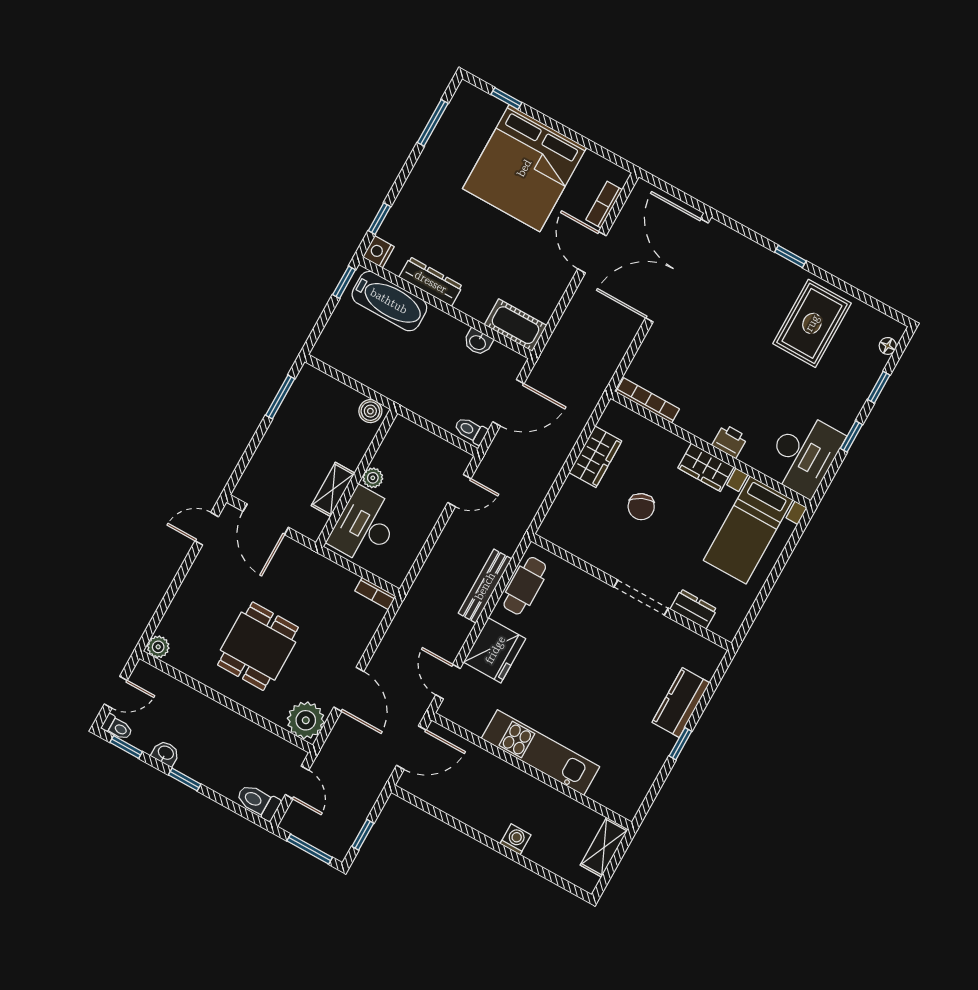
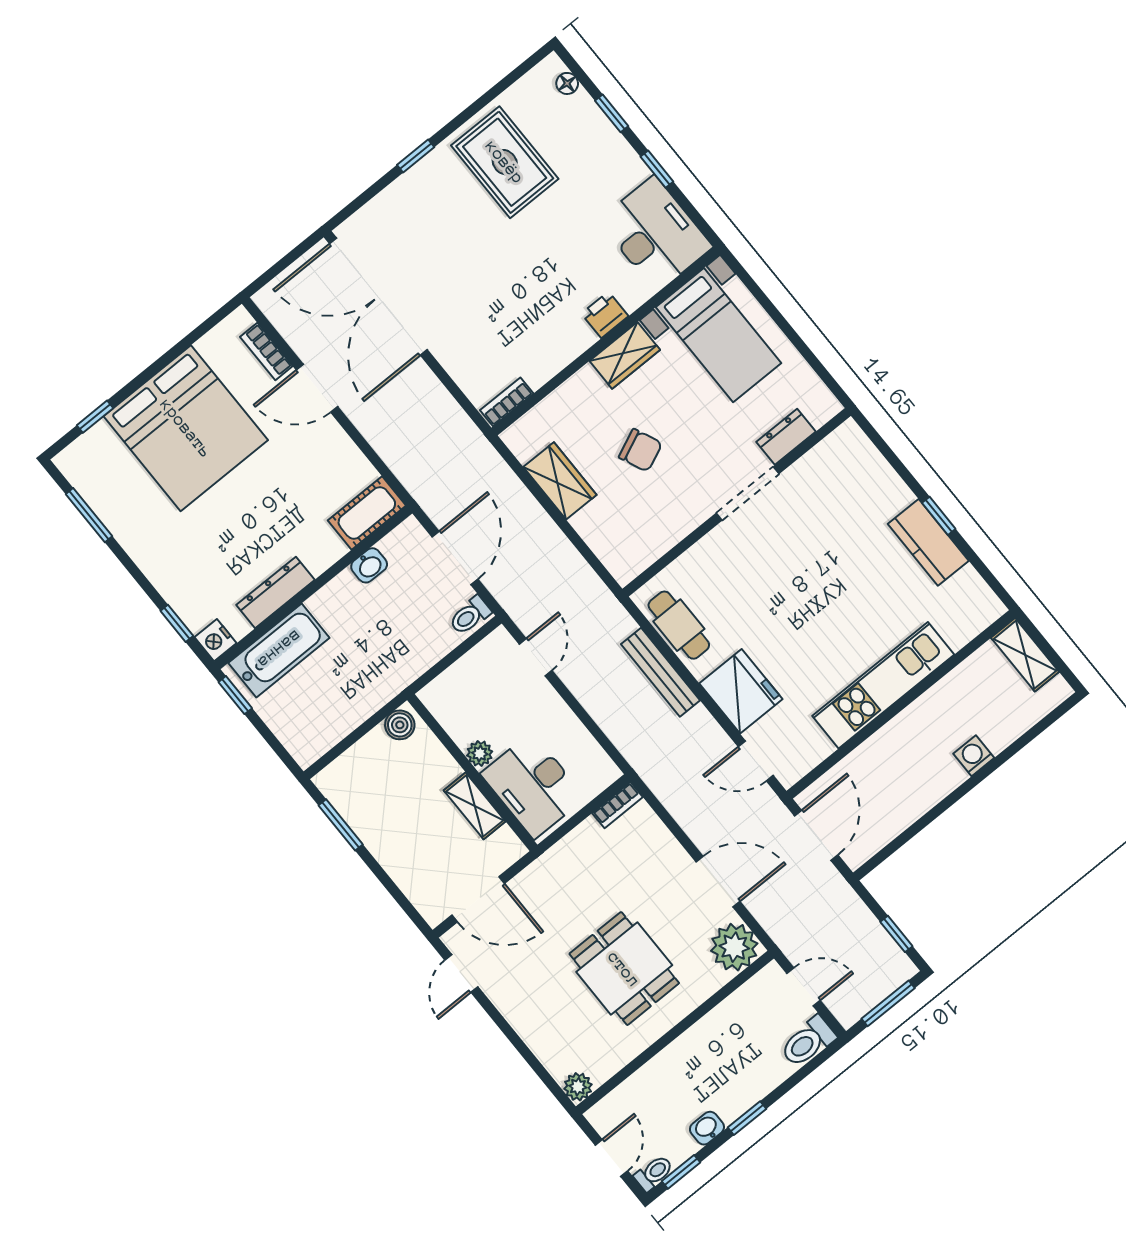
bookcase: (648, 400) -> (507, 402), width x0.64
kitchen counter: (681, 703) -> (928, 542), moved

